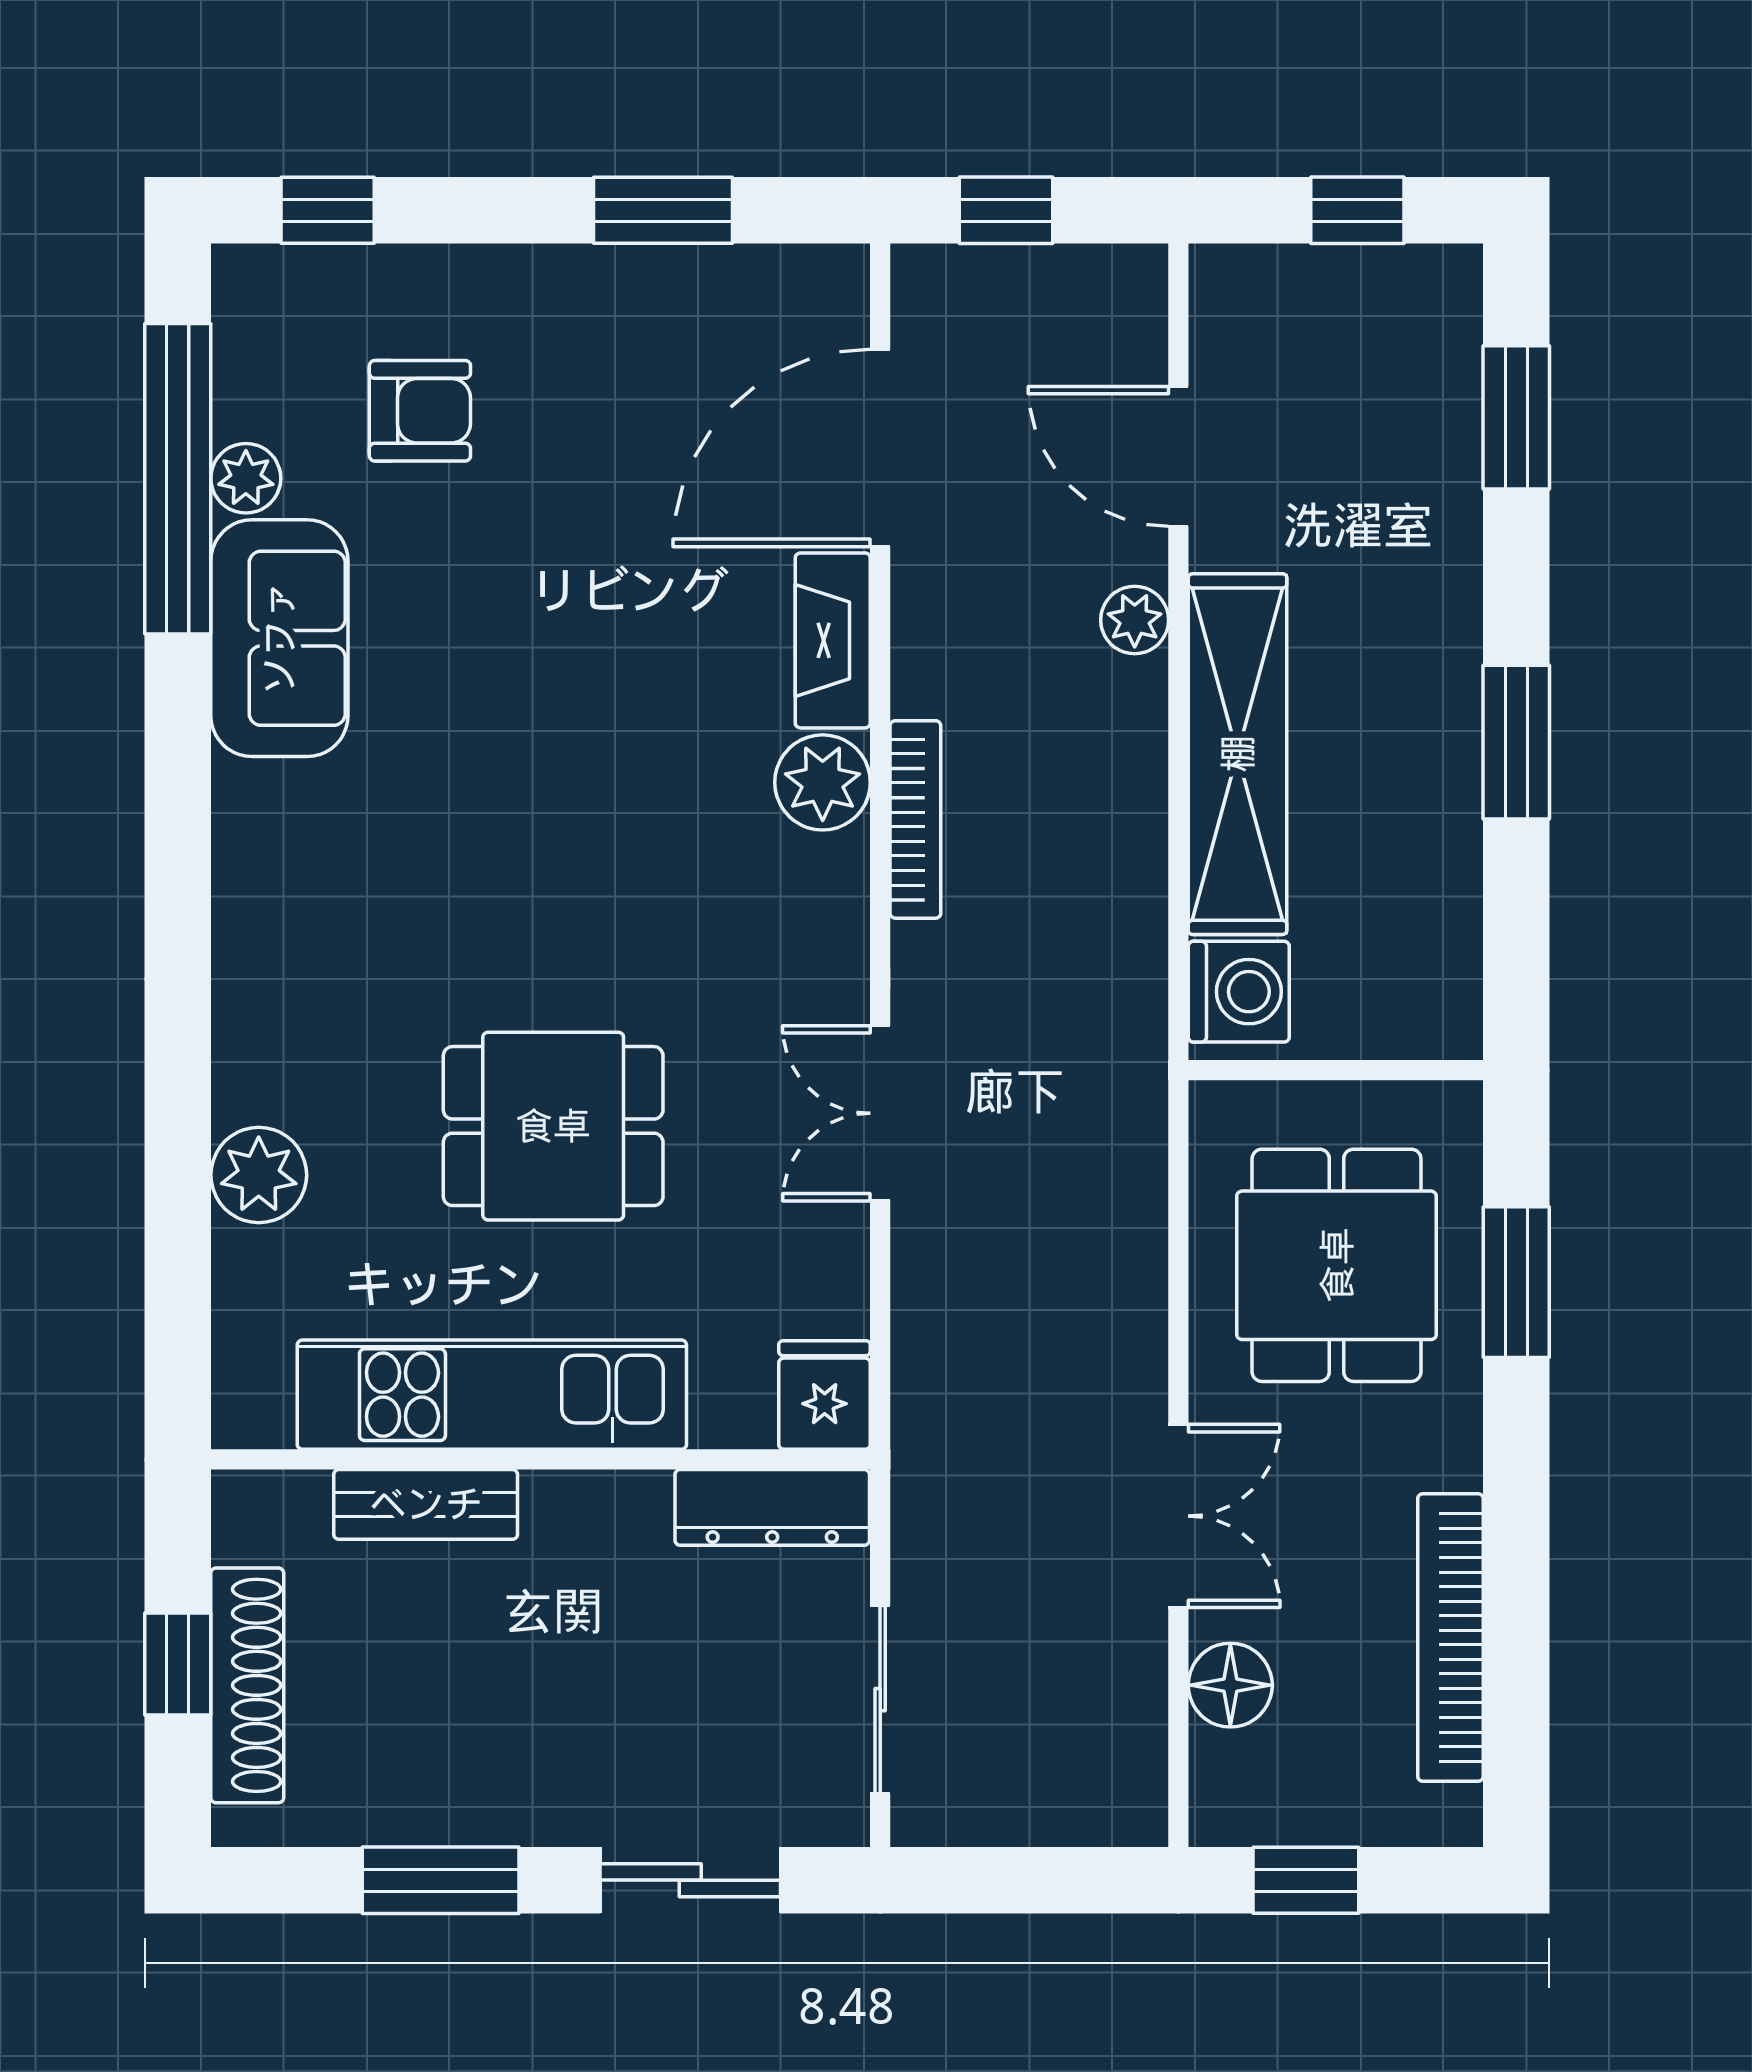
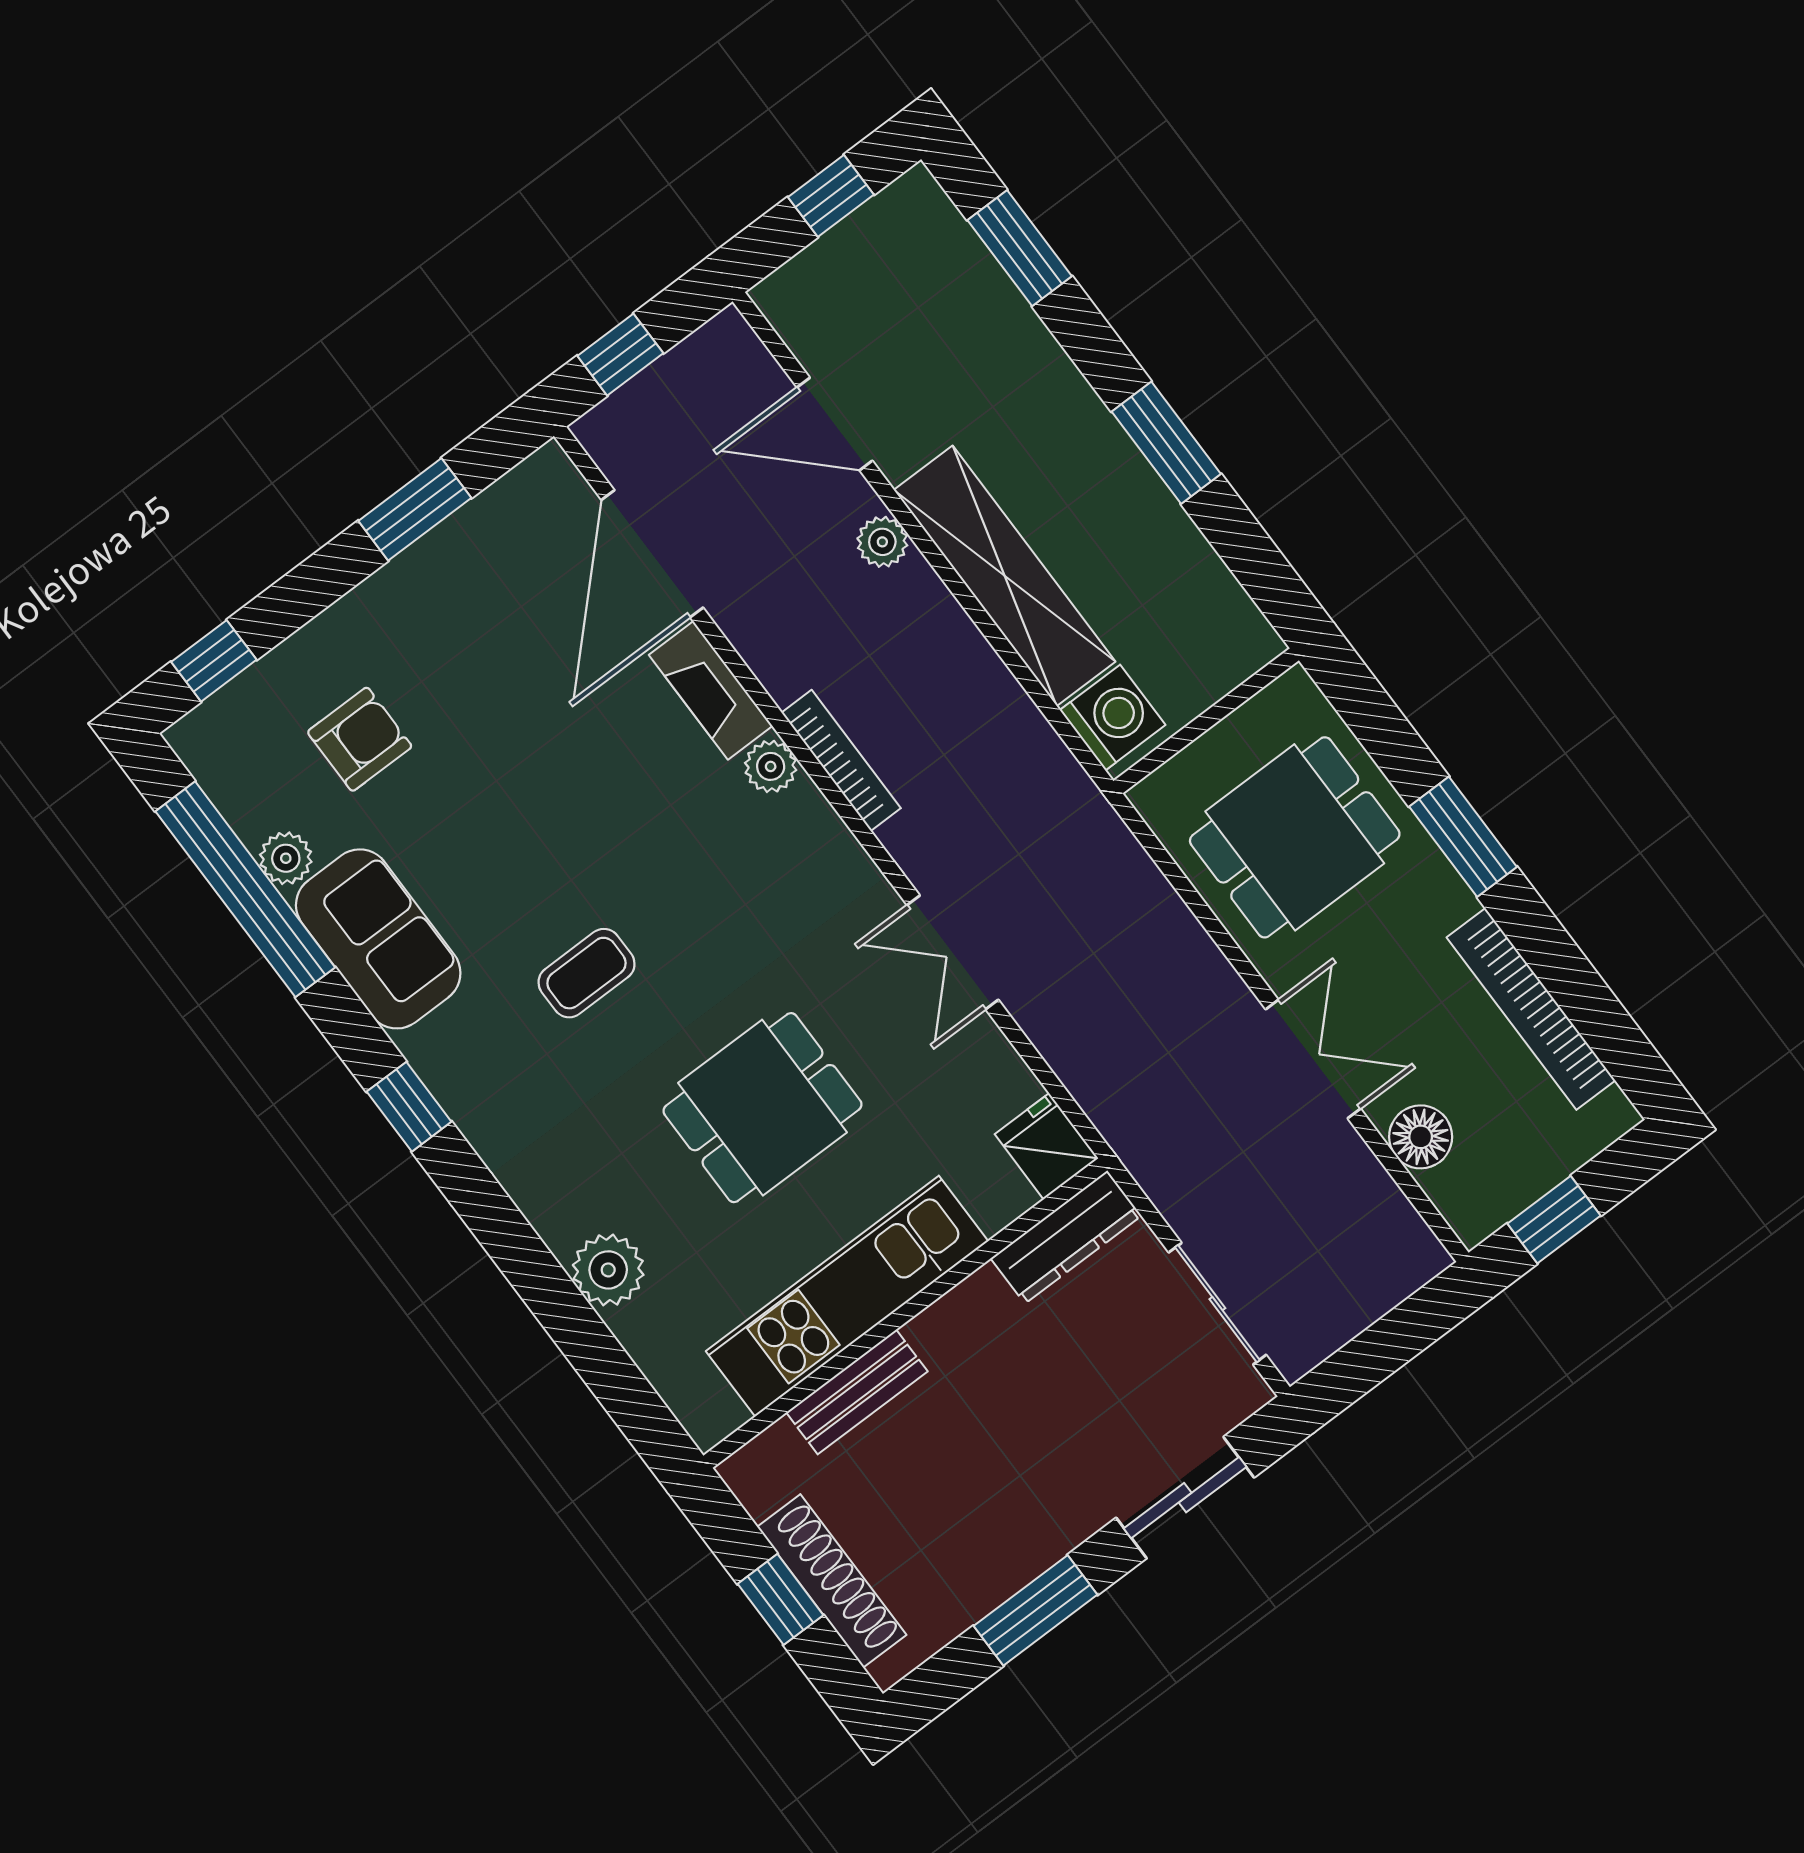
plant: (823, 782) -> (771, 766), width x0.73, depth x0.73
window: (178, 842) -> (409, 1107), added
coffee table: (474, 842) -> (587, 973), added
dining table: (1337, 1265) -> (1295, 837), turned 90
window: (1516, 1282) -> (1463, 837), moved

